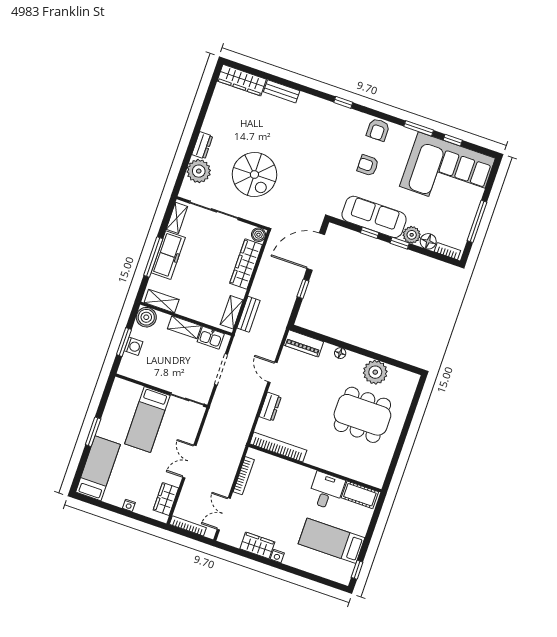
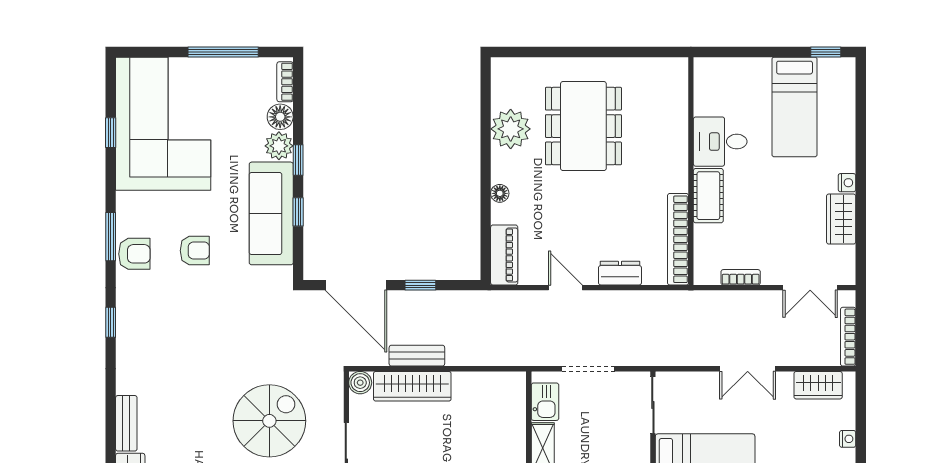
window: (419, 128) -> (111, 237), moved
armchair: (368, 165) -> (195, 251), turned -90
shelving: (232, 312) -> (494, 383), removed
bench: (249, 314) -> (417, 356), moved
door: (273, 372) -> (565, 288), swing flipped
bookcase: (244, 476) -> (741, 277), width x0.64
cot: (360, 495) -> (708, 196), moved

